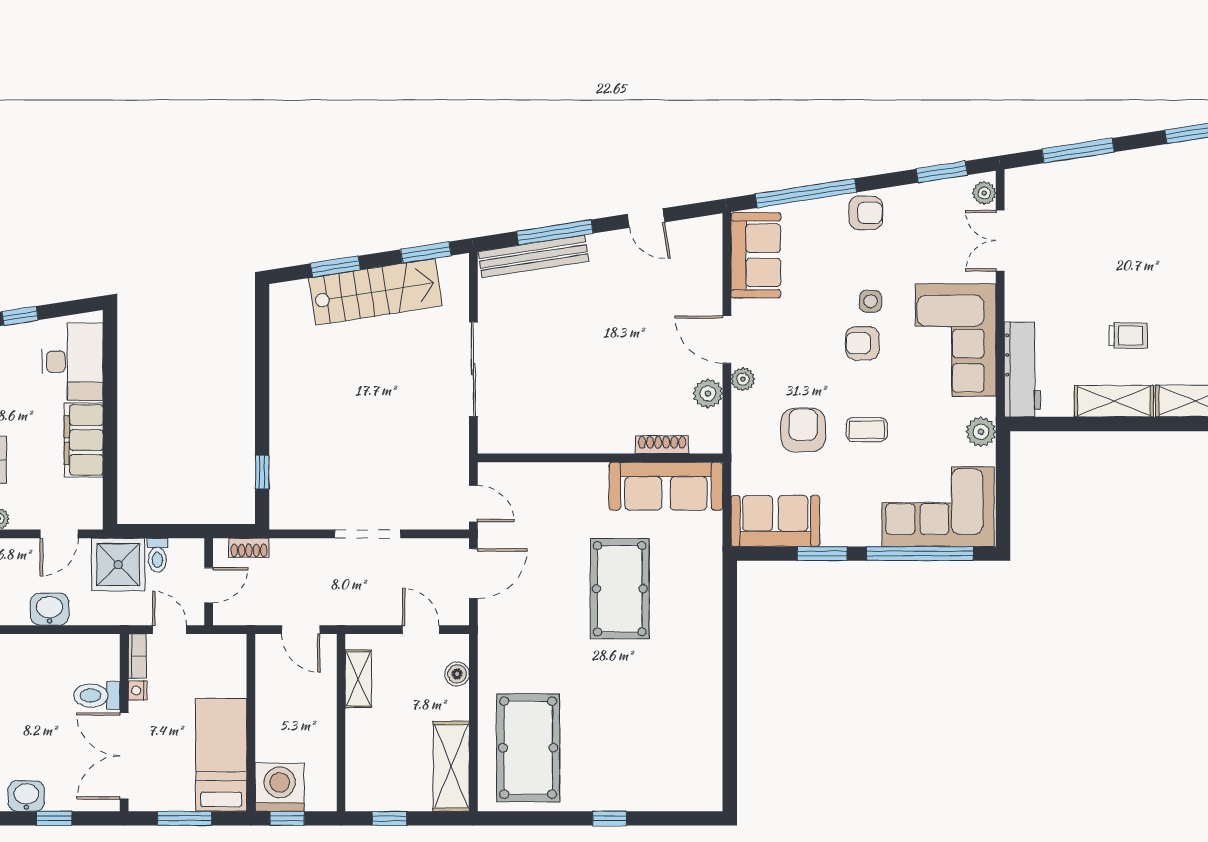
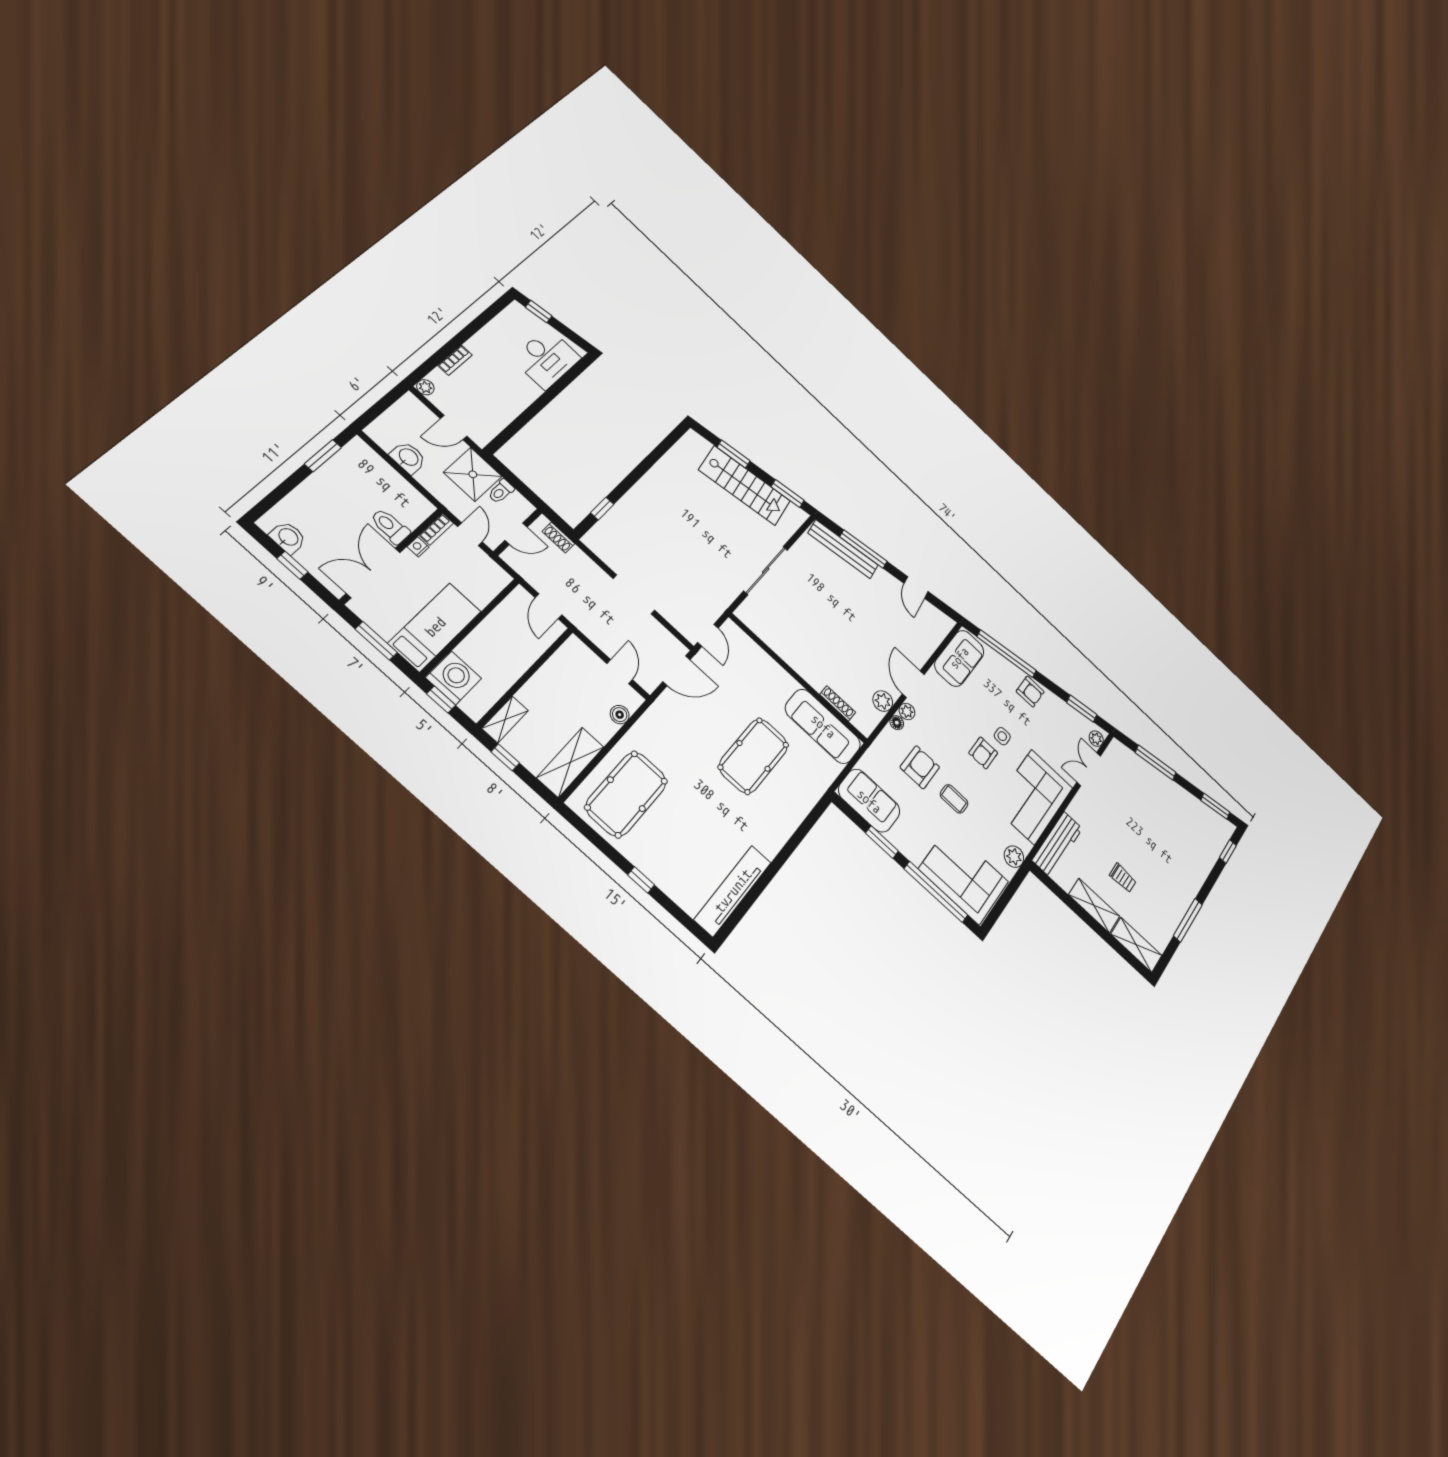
armchair: (862, 343) -> (983, 753), turned -90
floor lamp: (741, 403) -> (897, 723), added
filing cabinet: (84, 440) -> (515, 398), removed
shelving: (358, 679) -> (505, 719), moved
tv unit: (706, 748) -> (733, 891), added

